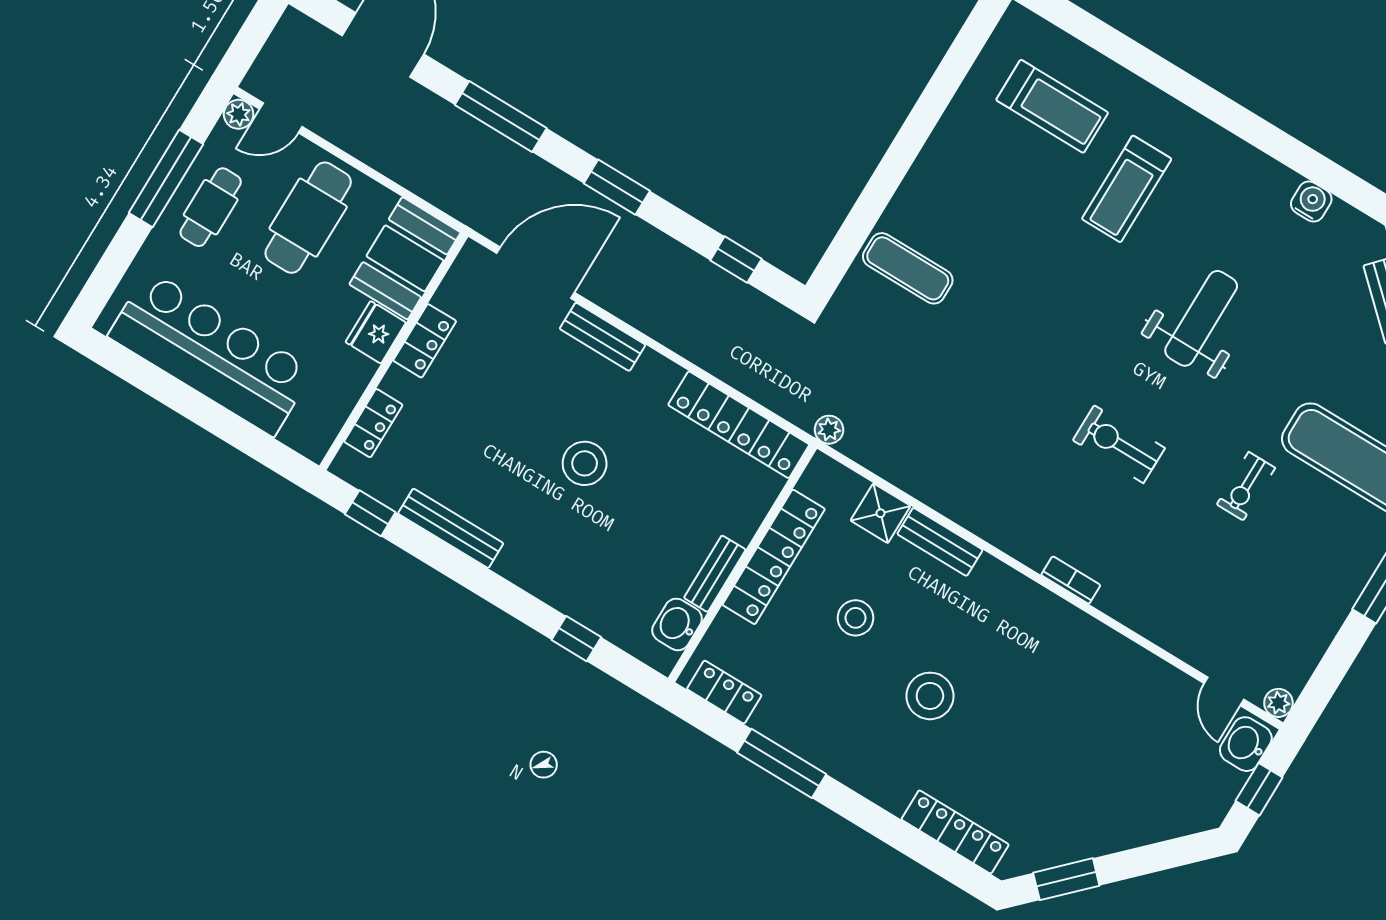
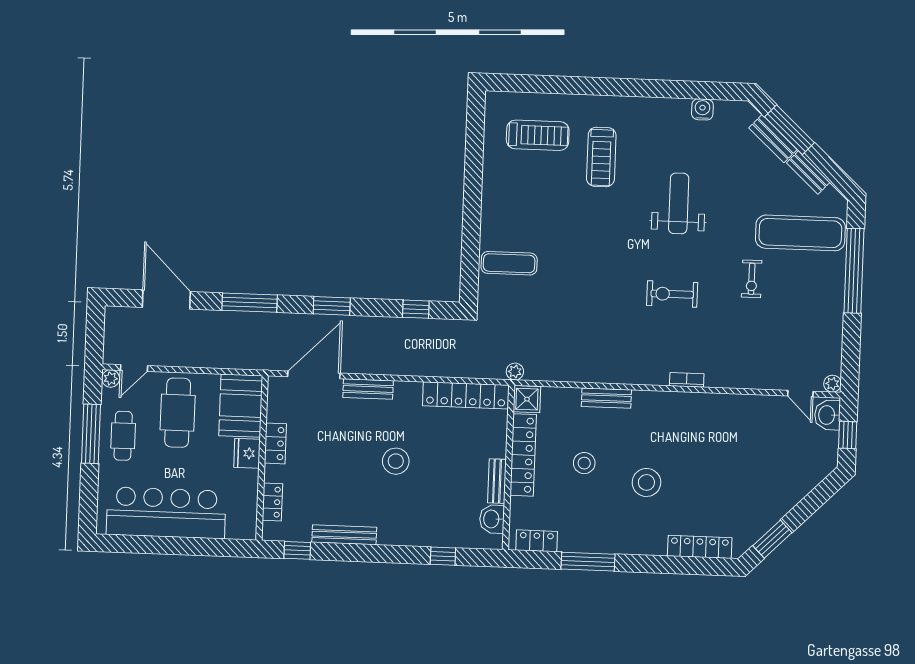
shower: (881, 513) -> (527, 399), moved

